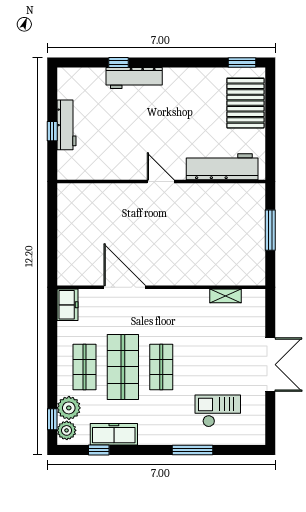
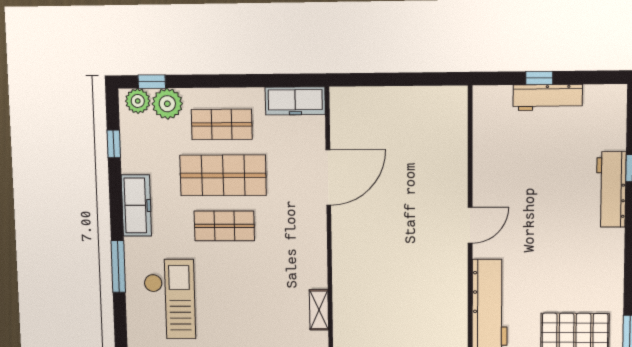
freezer: (67, 305) -> (295, 101), width x1.40
checkout: (218, 411) -> (170, 299), width x1.36, depth x1.21
freezer: (114, 434) -> (136, 205), moved

